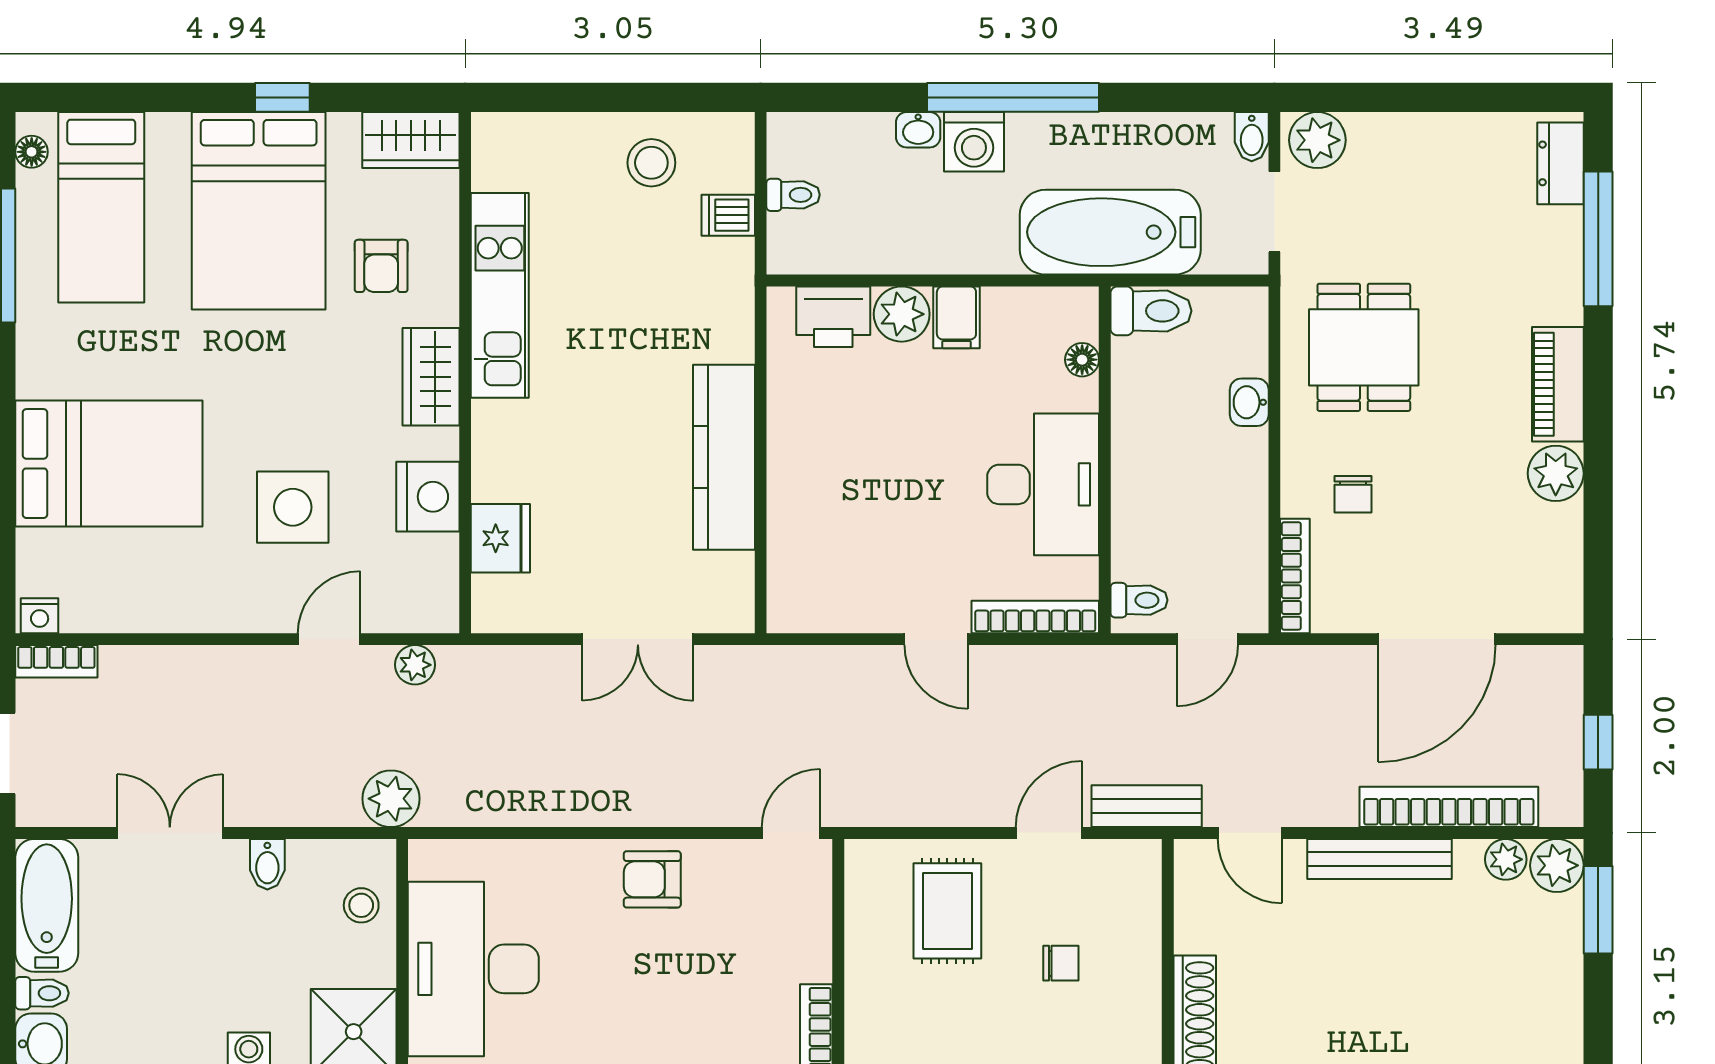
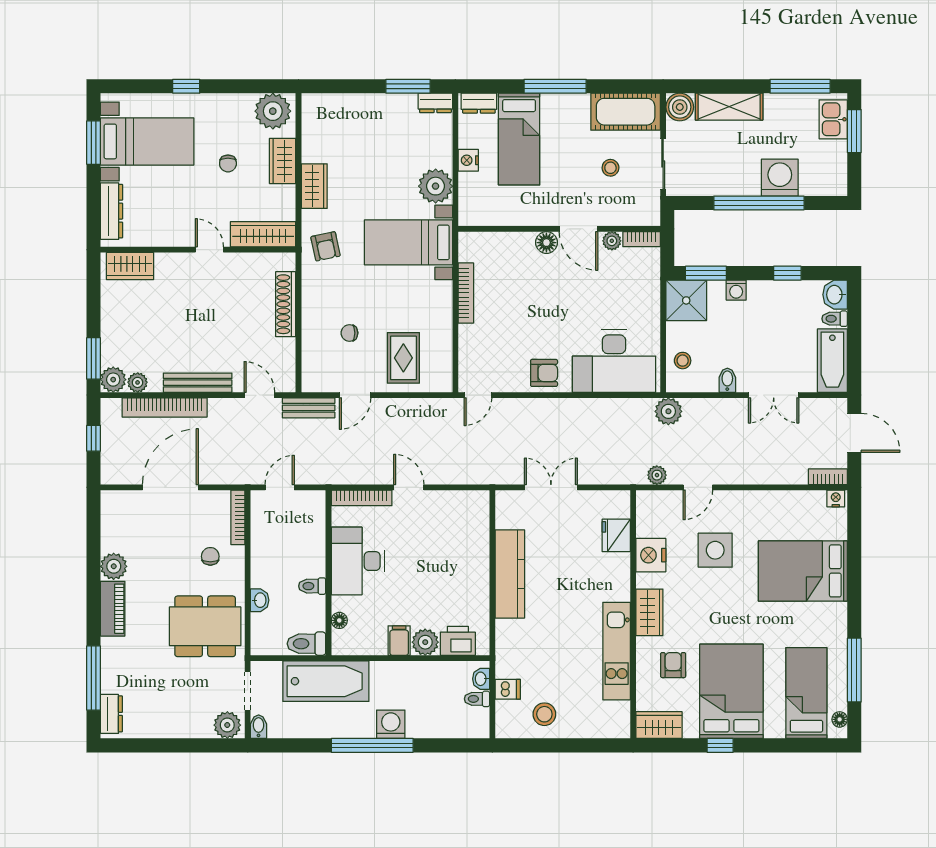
washbasin: (918, 130) -> (481, 679), moved, turned -90
dining table: (1364, 347) -> (205, 626), width x1.38
toilet: (1139, 600) -> (312, 586), moved
desk: (473, 969) -> (614, 361), moved, turned 90

